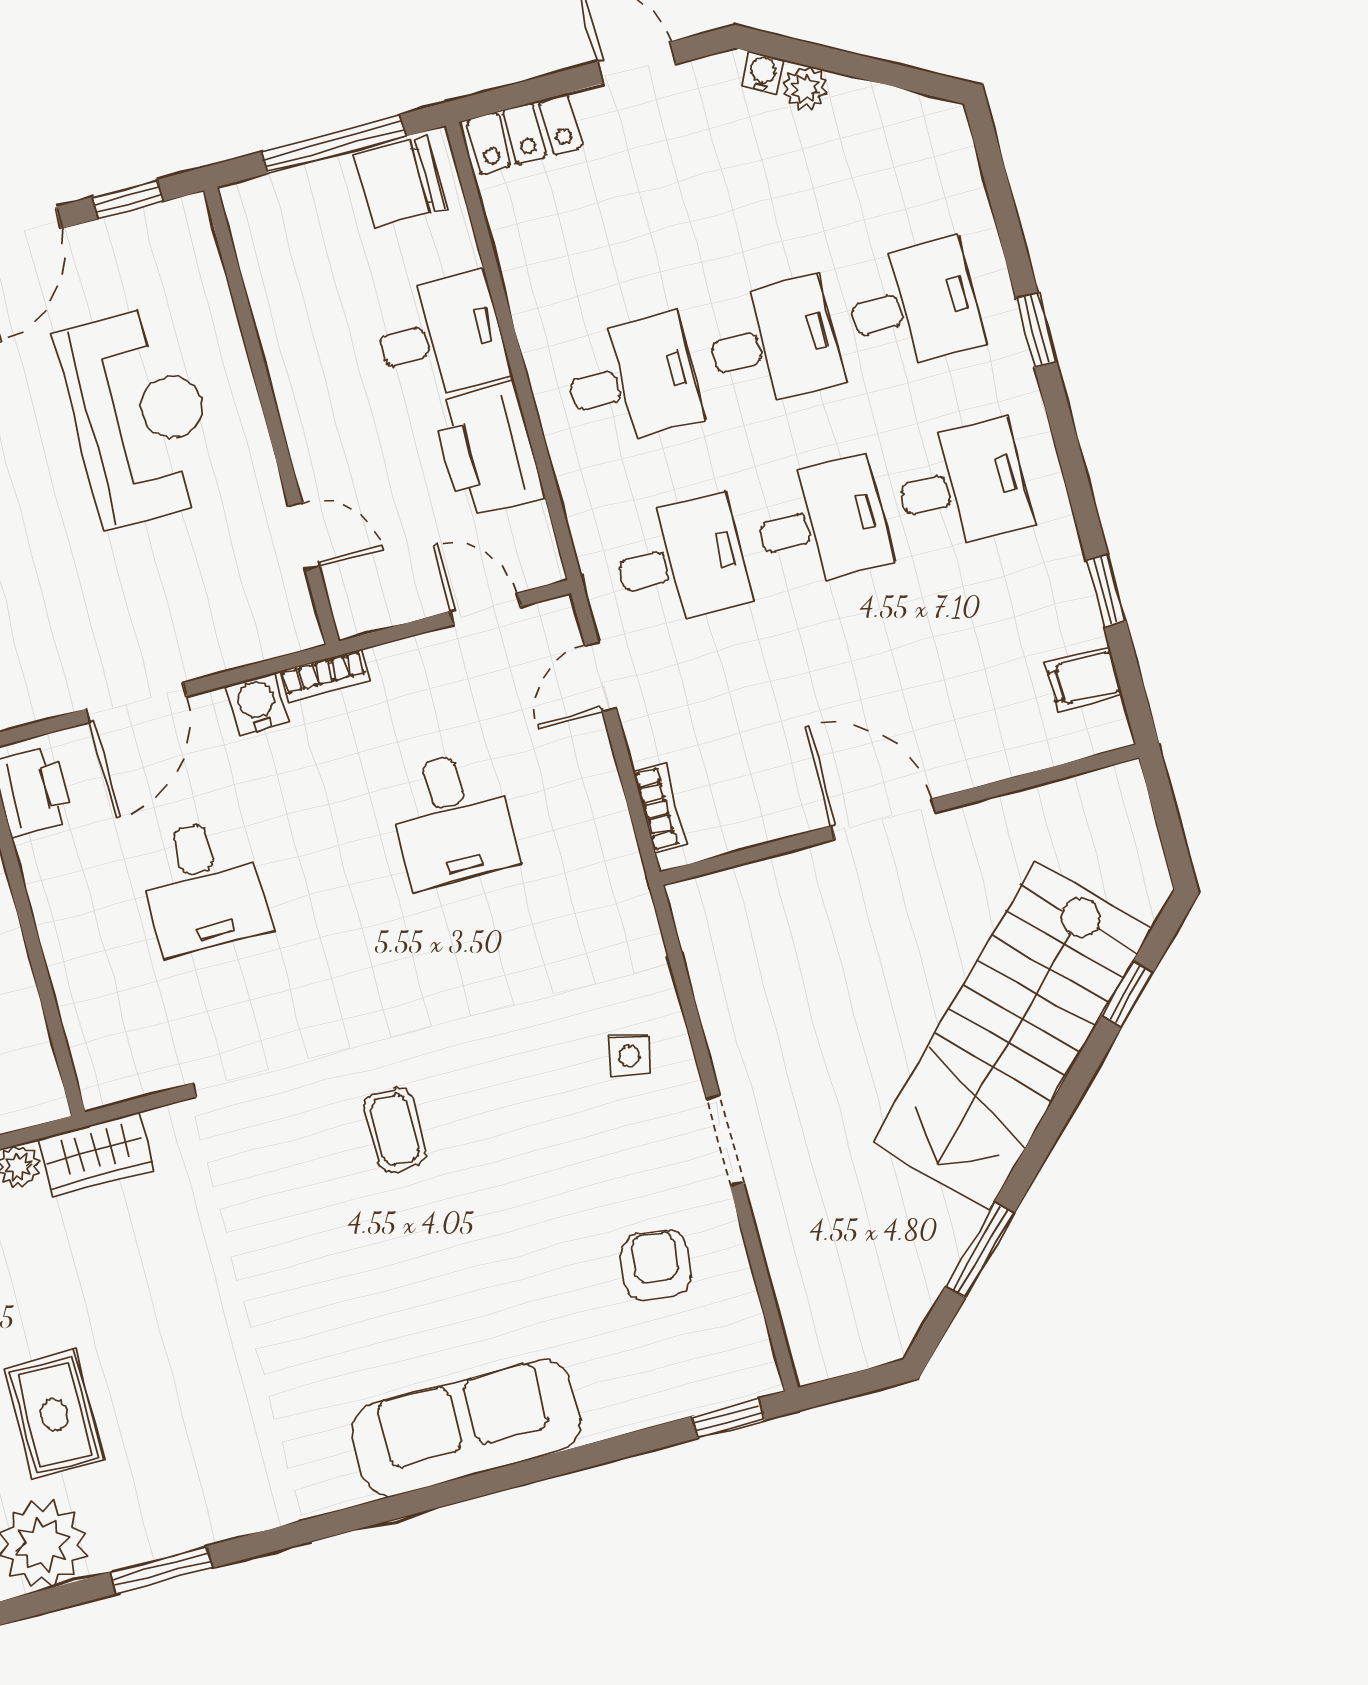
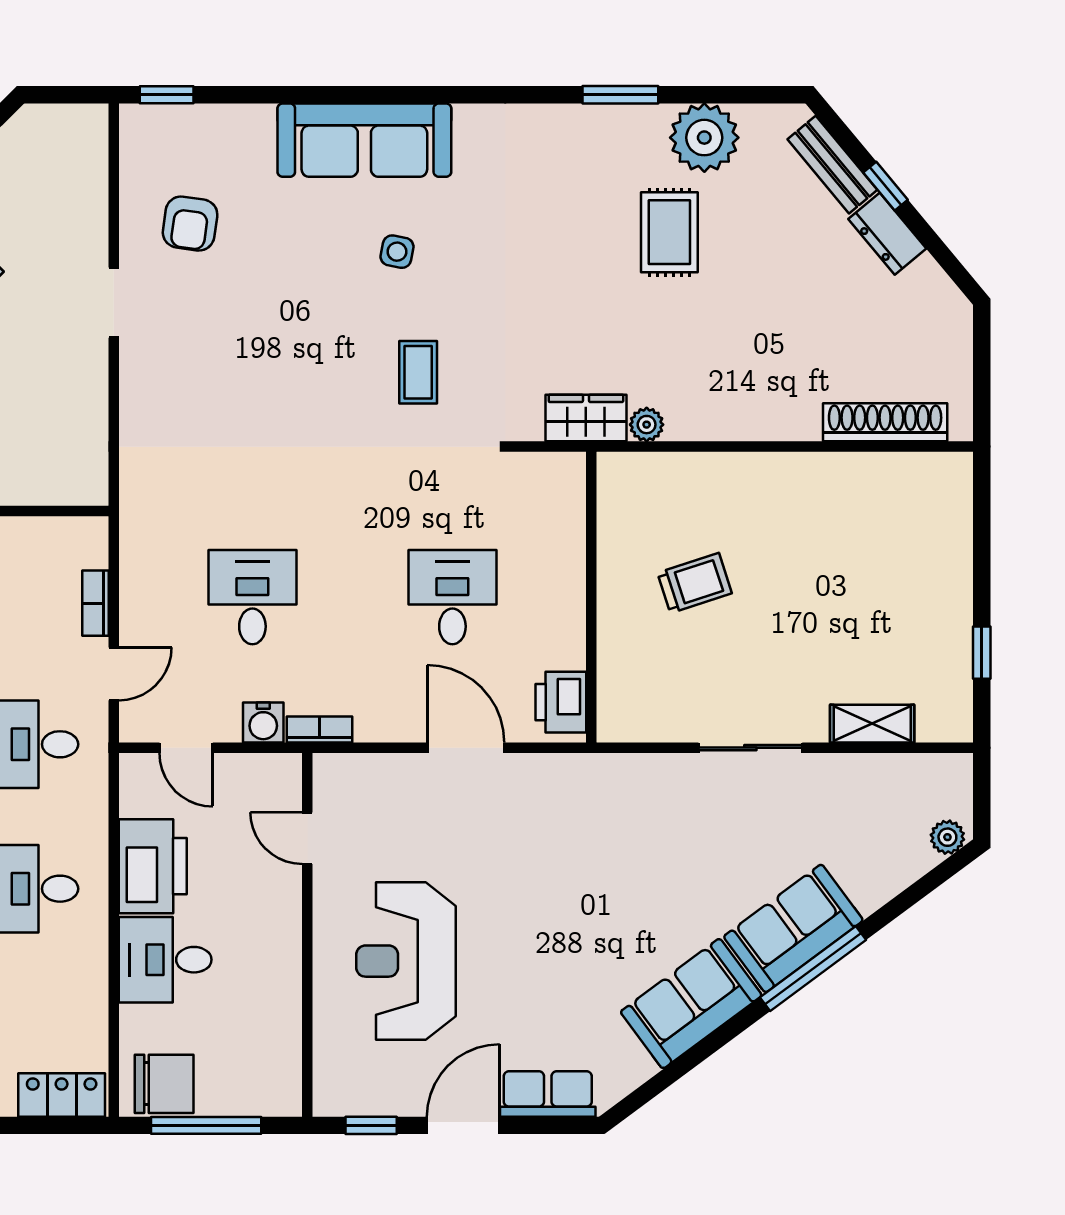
door: (136, 703) -> (466, 748), hinge flipped
water cooler: (257, 704) -> (263, 722), moved
bookcase: (660, 808) -> (95, 603), moved
side table: (629, 1056) -> (397, 252), moved
coffee table: (395, 1130) -> (418, 372), moved

